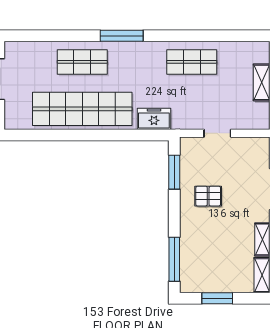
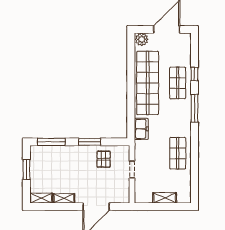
window: (68, 36) -> (194, 74), added
plant: (14, 118) -> (142, 39), added
window: (174, 172) -> (90, 142), moved
pallet: (208, 196) -> (104, 159), moved

